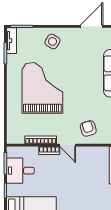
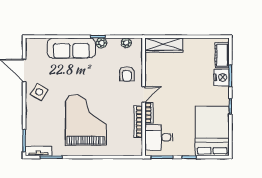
side table: (53, 41) -> (39, 92), moved
grand piano: (42, 88) -> (86, 120), turned 90
armchair: (88, 128) -> (127, 74), turned -74
desk: (20, 171) -> (159, 137), moved, turned 90

